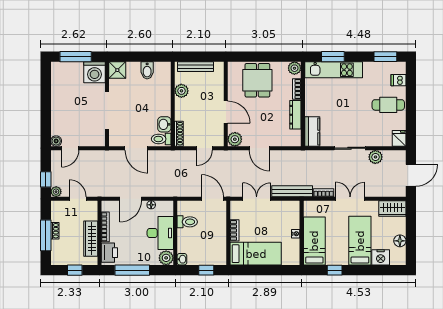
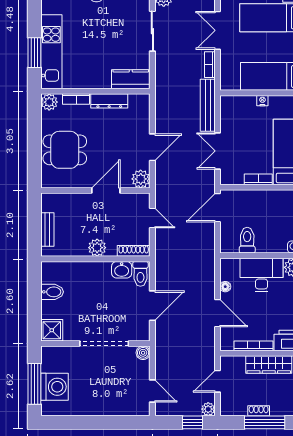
bench: (195, 67) -> (47, 230), width x0.73
washing machine: (95, 72) -> (55, 387), moved
plant: (181, 91) -> (97, 248), moved
boiler: (56, 141) -> (143, 353), moved

